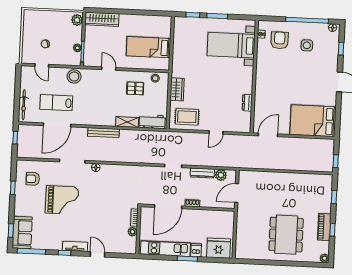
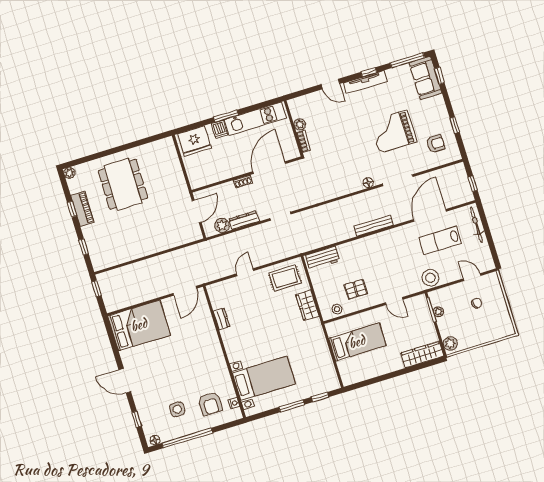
lab bench: (56, 103) -> (440, 240), turned 180
shelving: (127, 122) -> (351, 247), removed
tv unit: (75, 246) -> (365, 82), width x1.41

